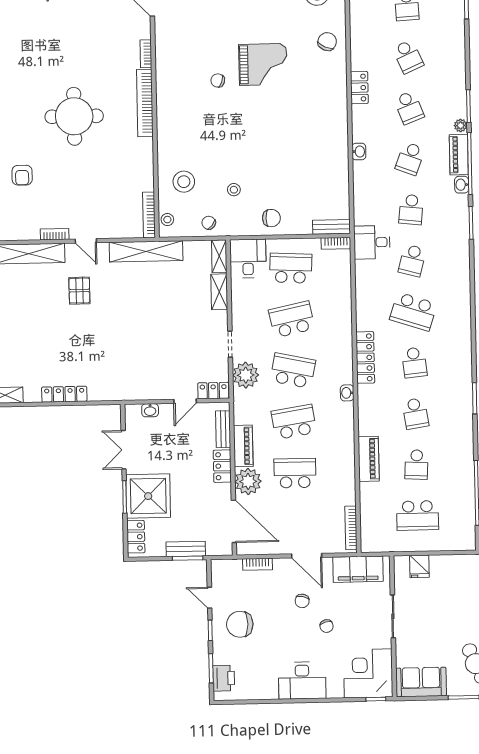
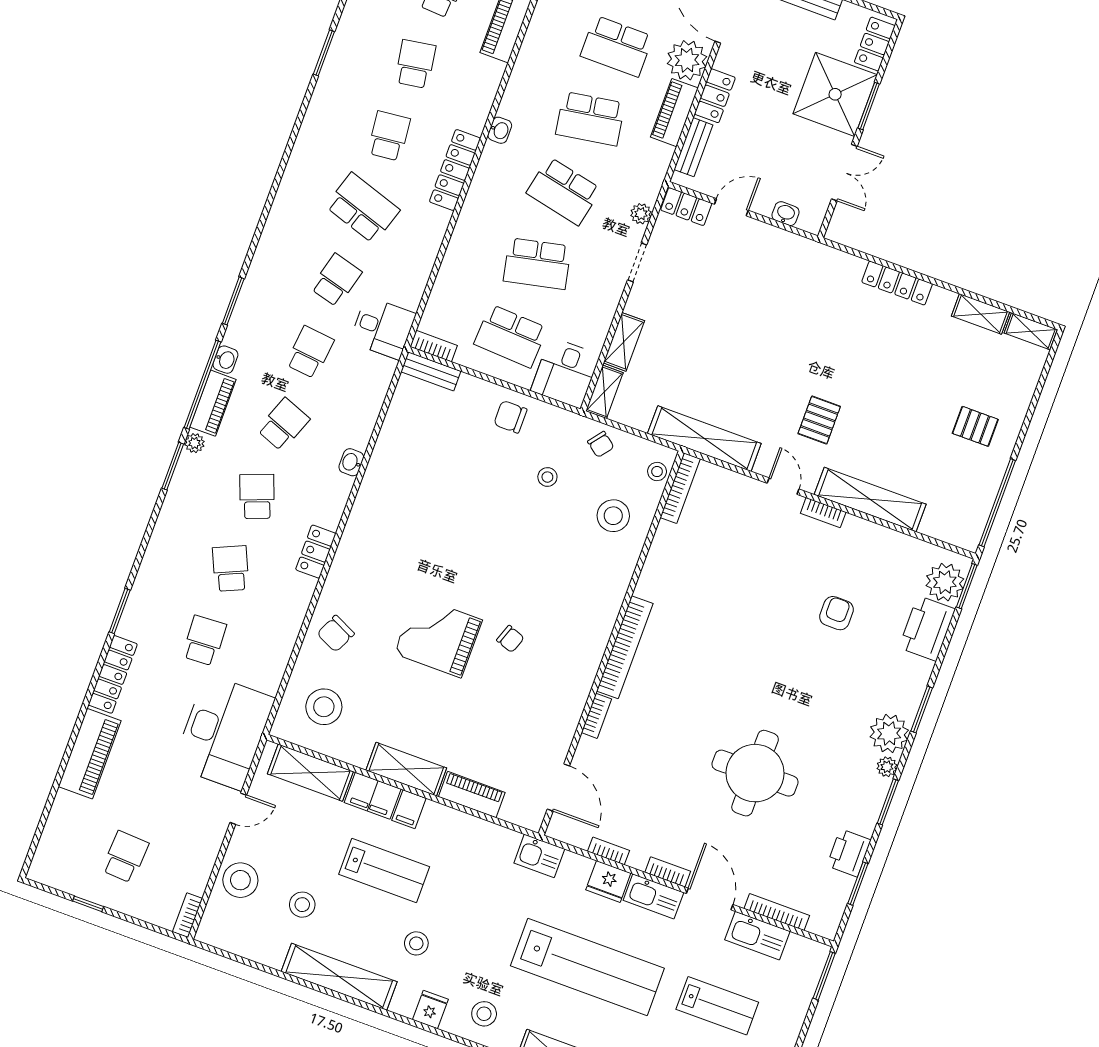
round table: (74, 116) -> (755, 773), moved
plant: (246, 375) -> (641, 214), width x0.53, depth x0.53

